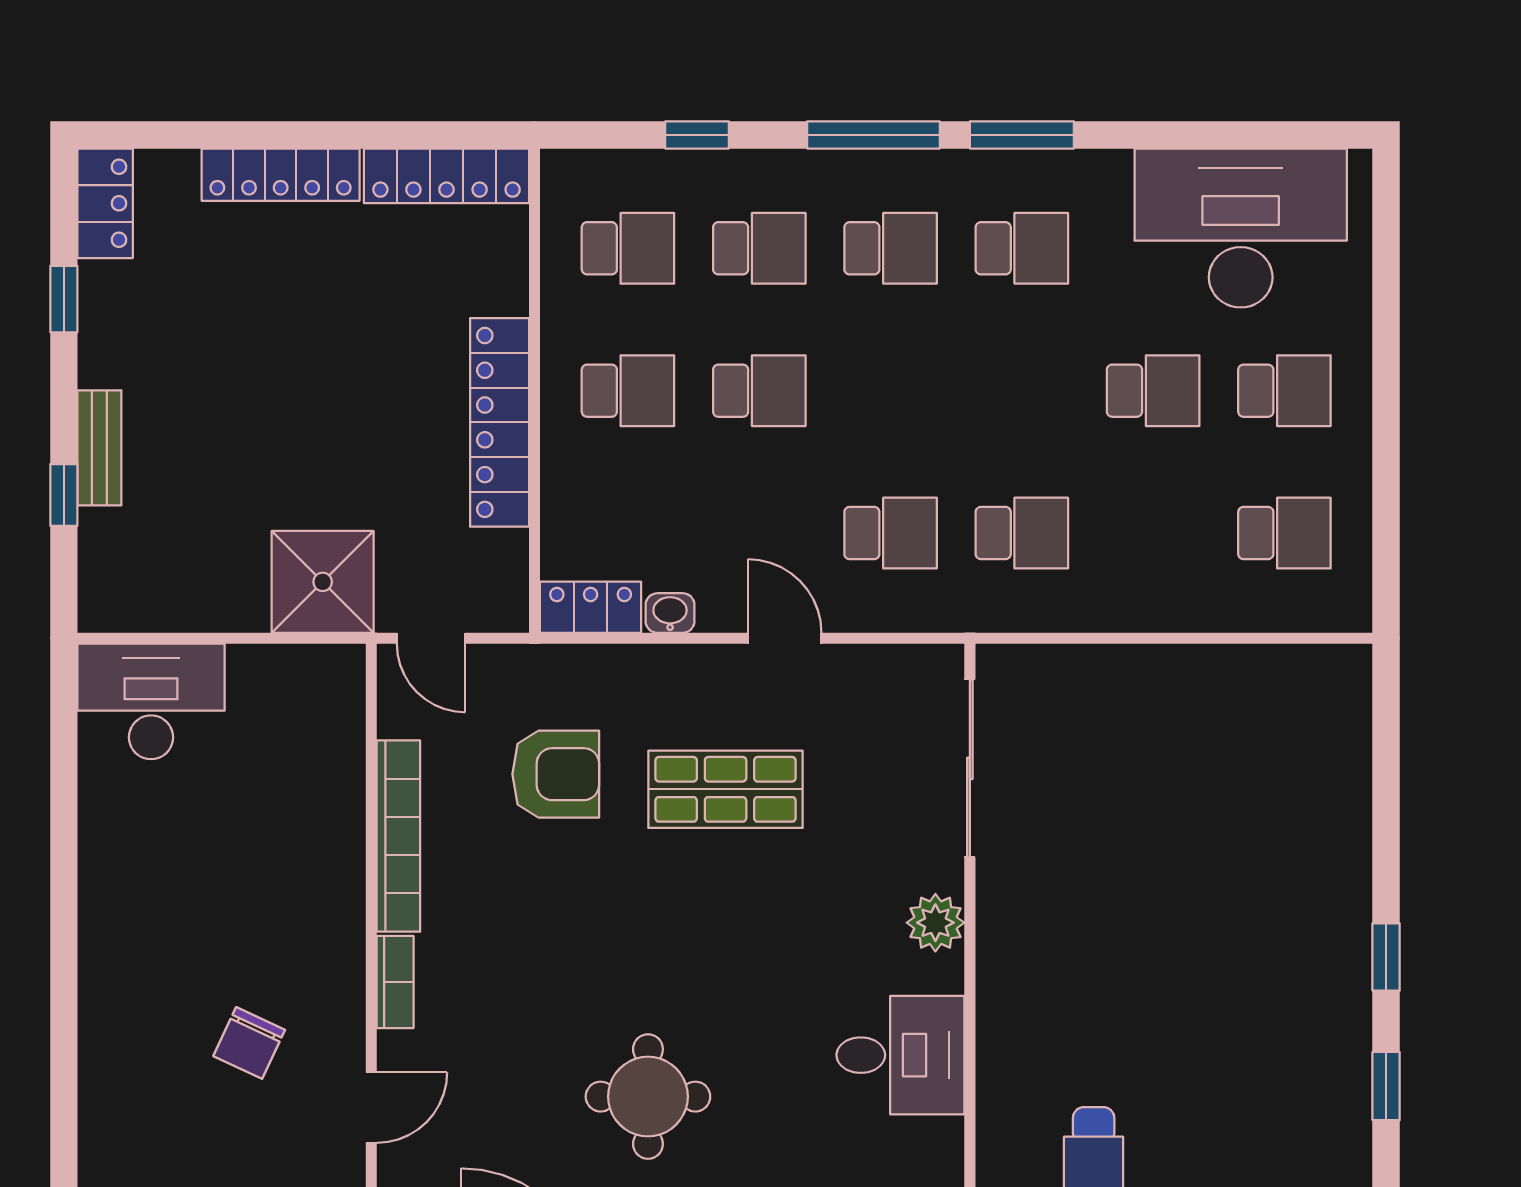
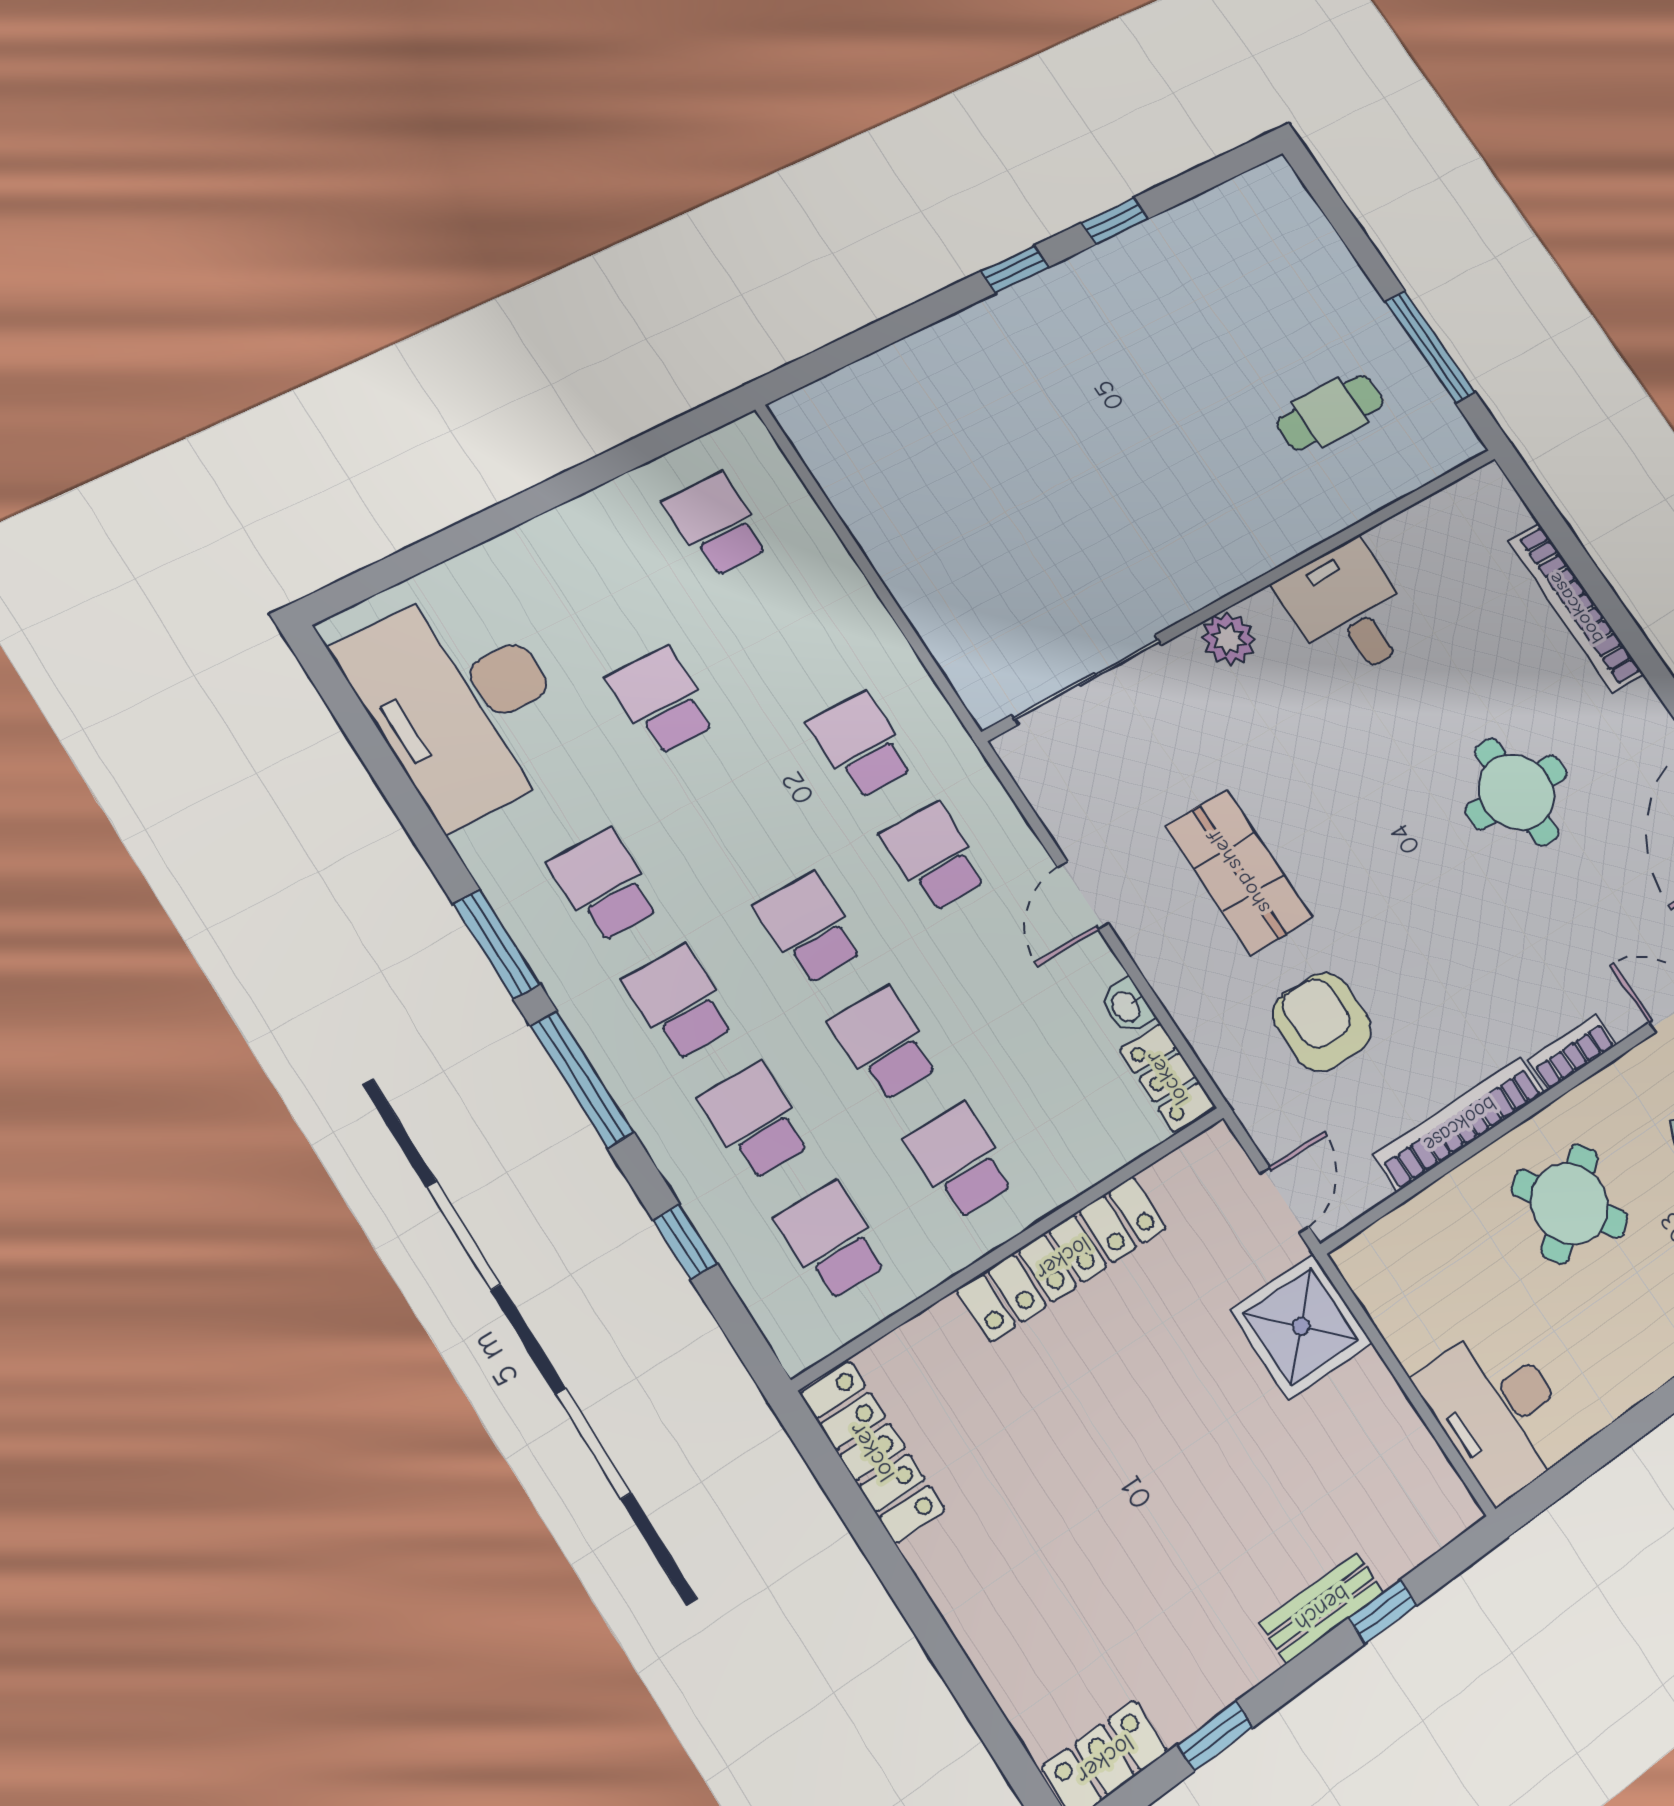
locker: (281, 175) -> (971, 1610), removed
school desk: (1284, 391) -> (809, 928), moved
round table: (273, 886) -> (1570, 1204), added

